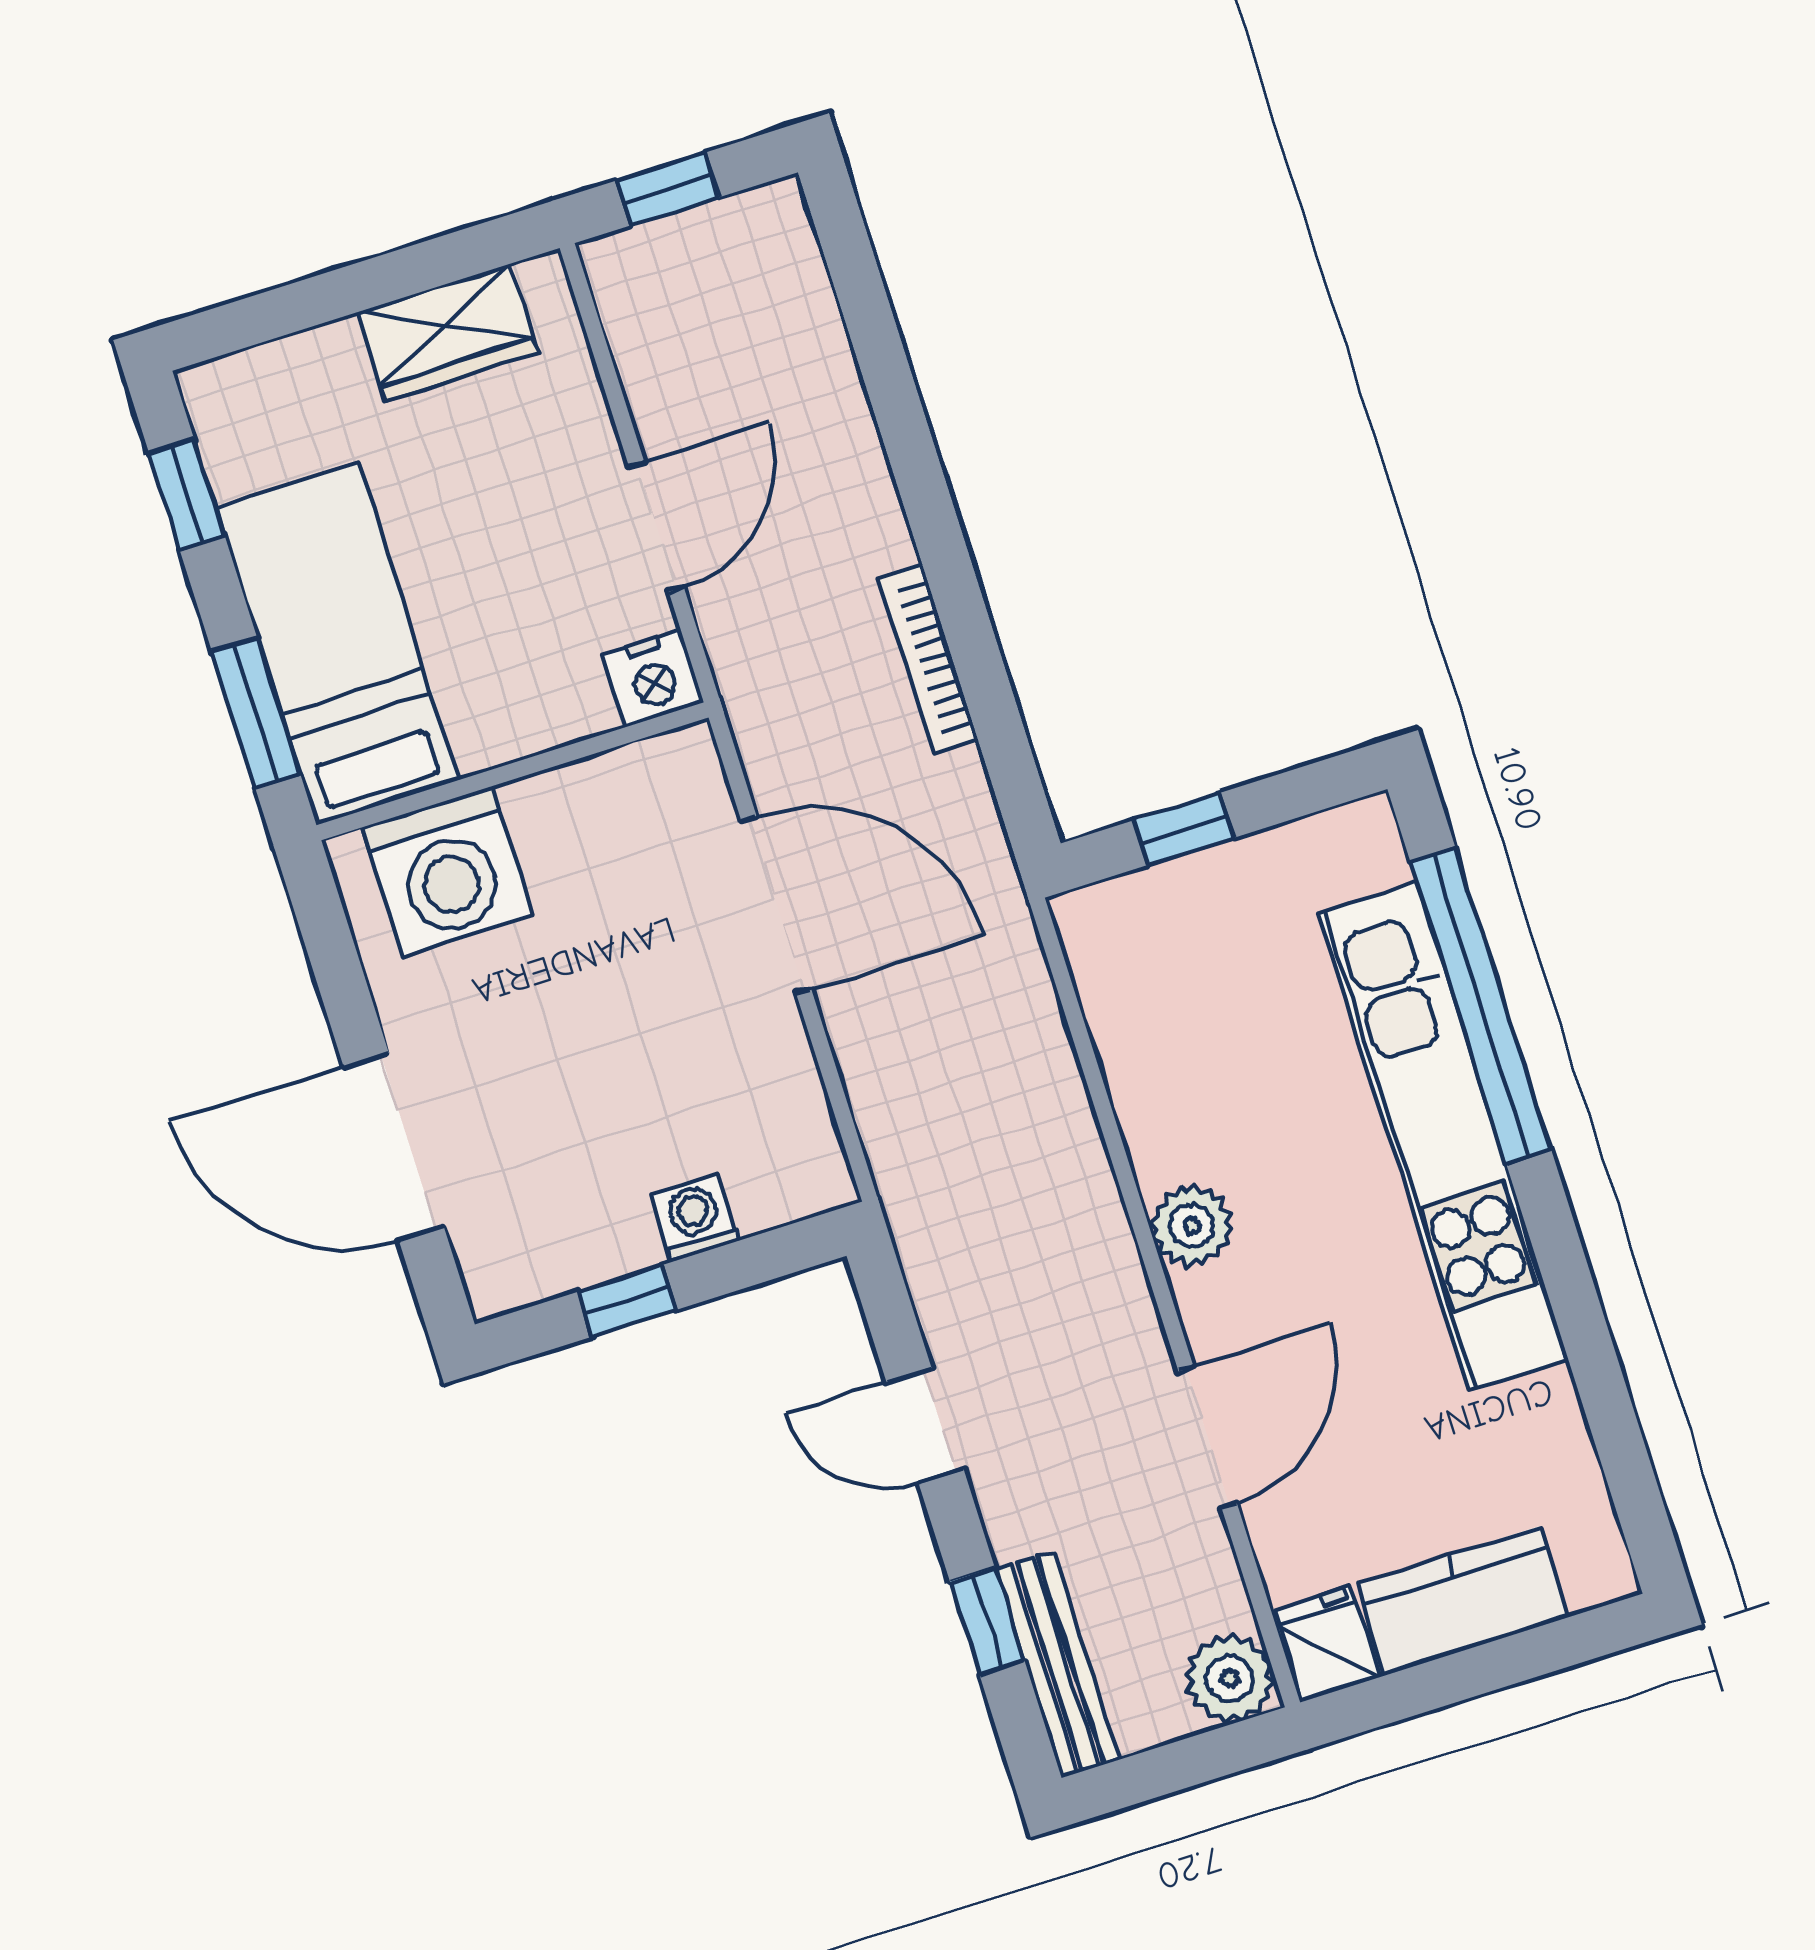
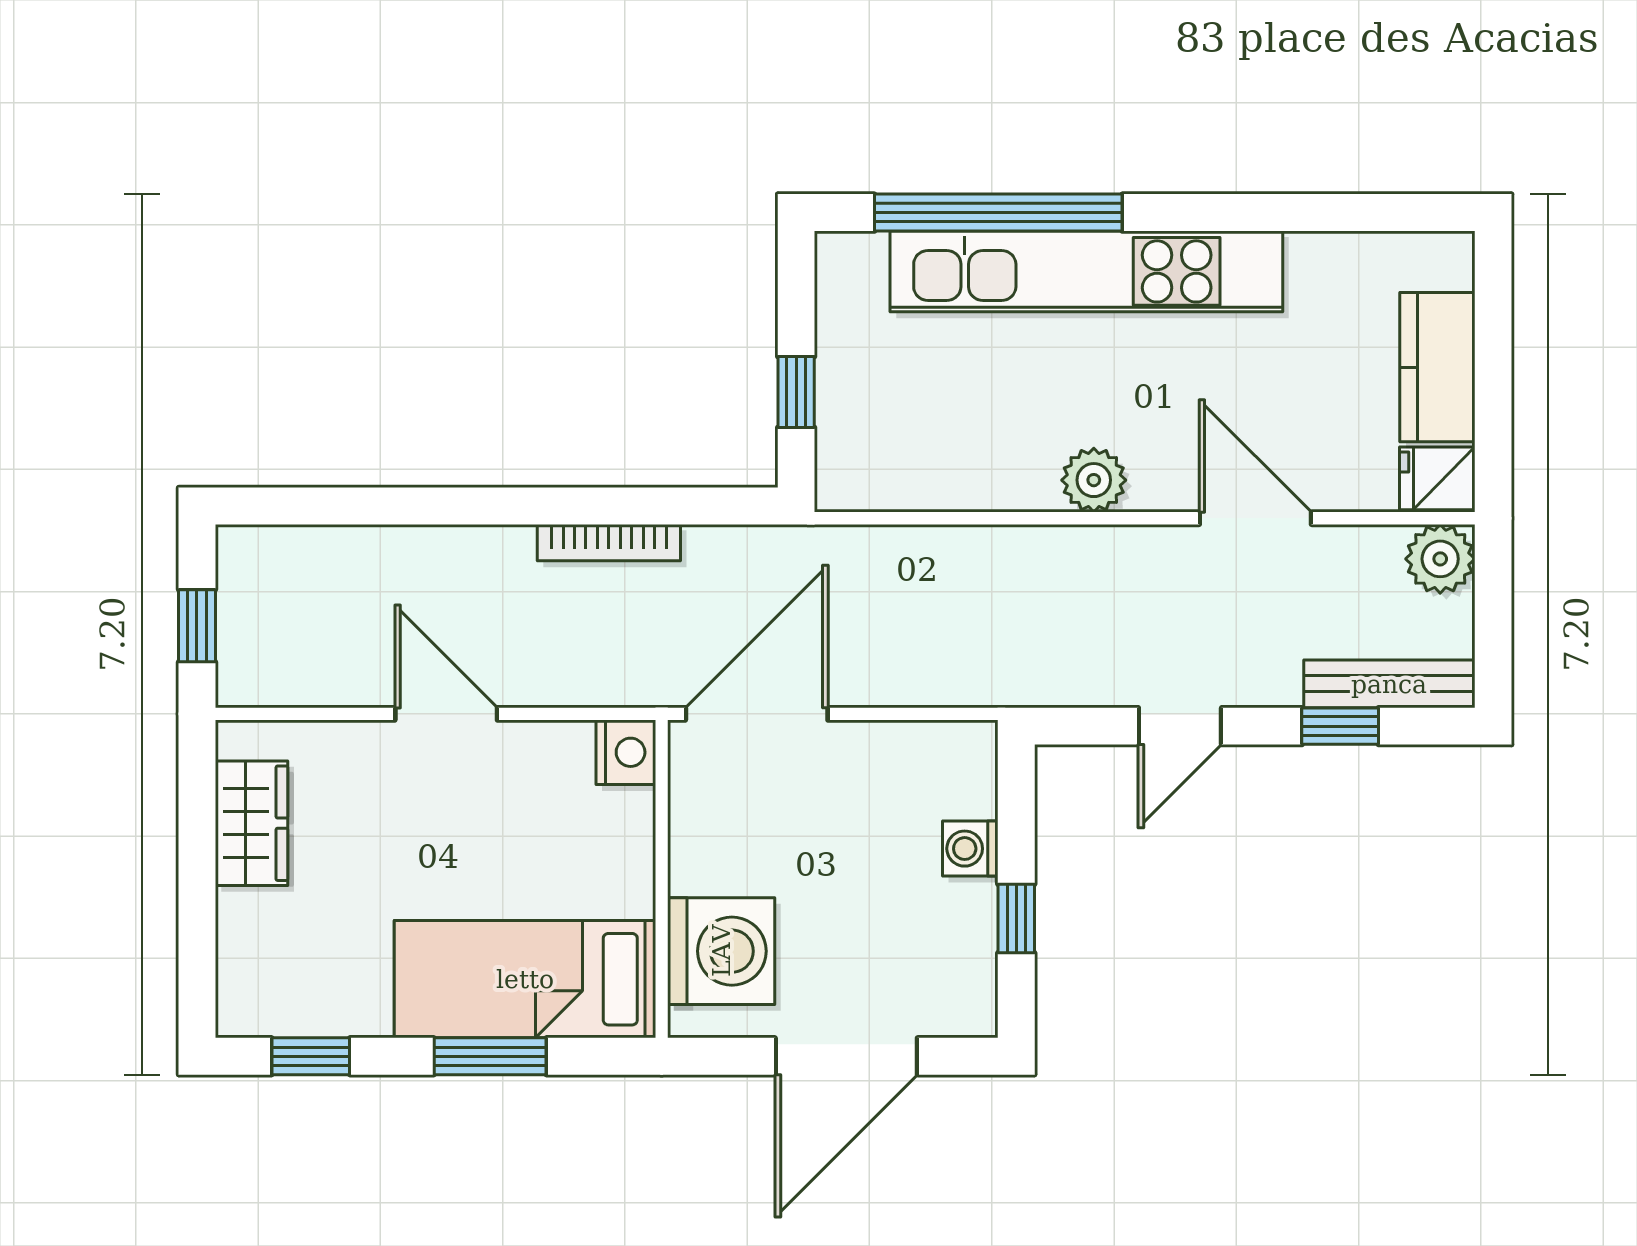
bed: (338, 644) -> (525, 979), moved
nightstand: (653, 679) -> (626, 752), moved
wall: (512, 771) -> (662, 879), moved
washing machine: (448, 872) -> (721, 951), moved

